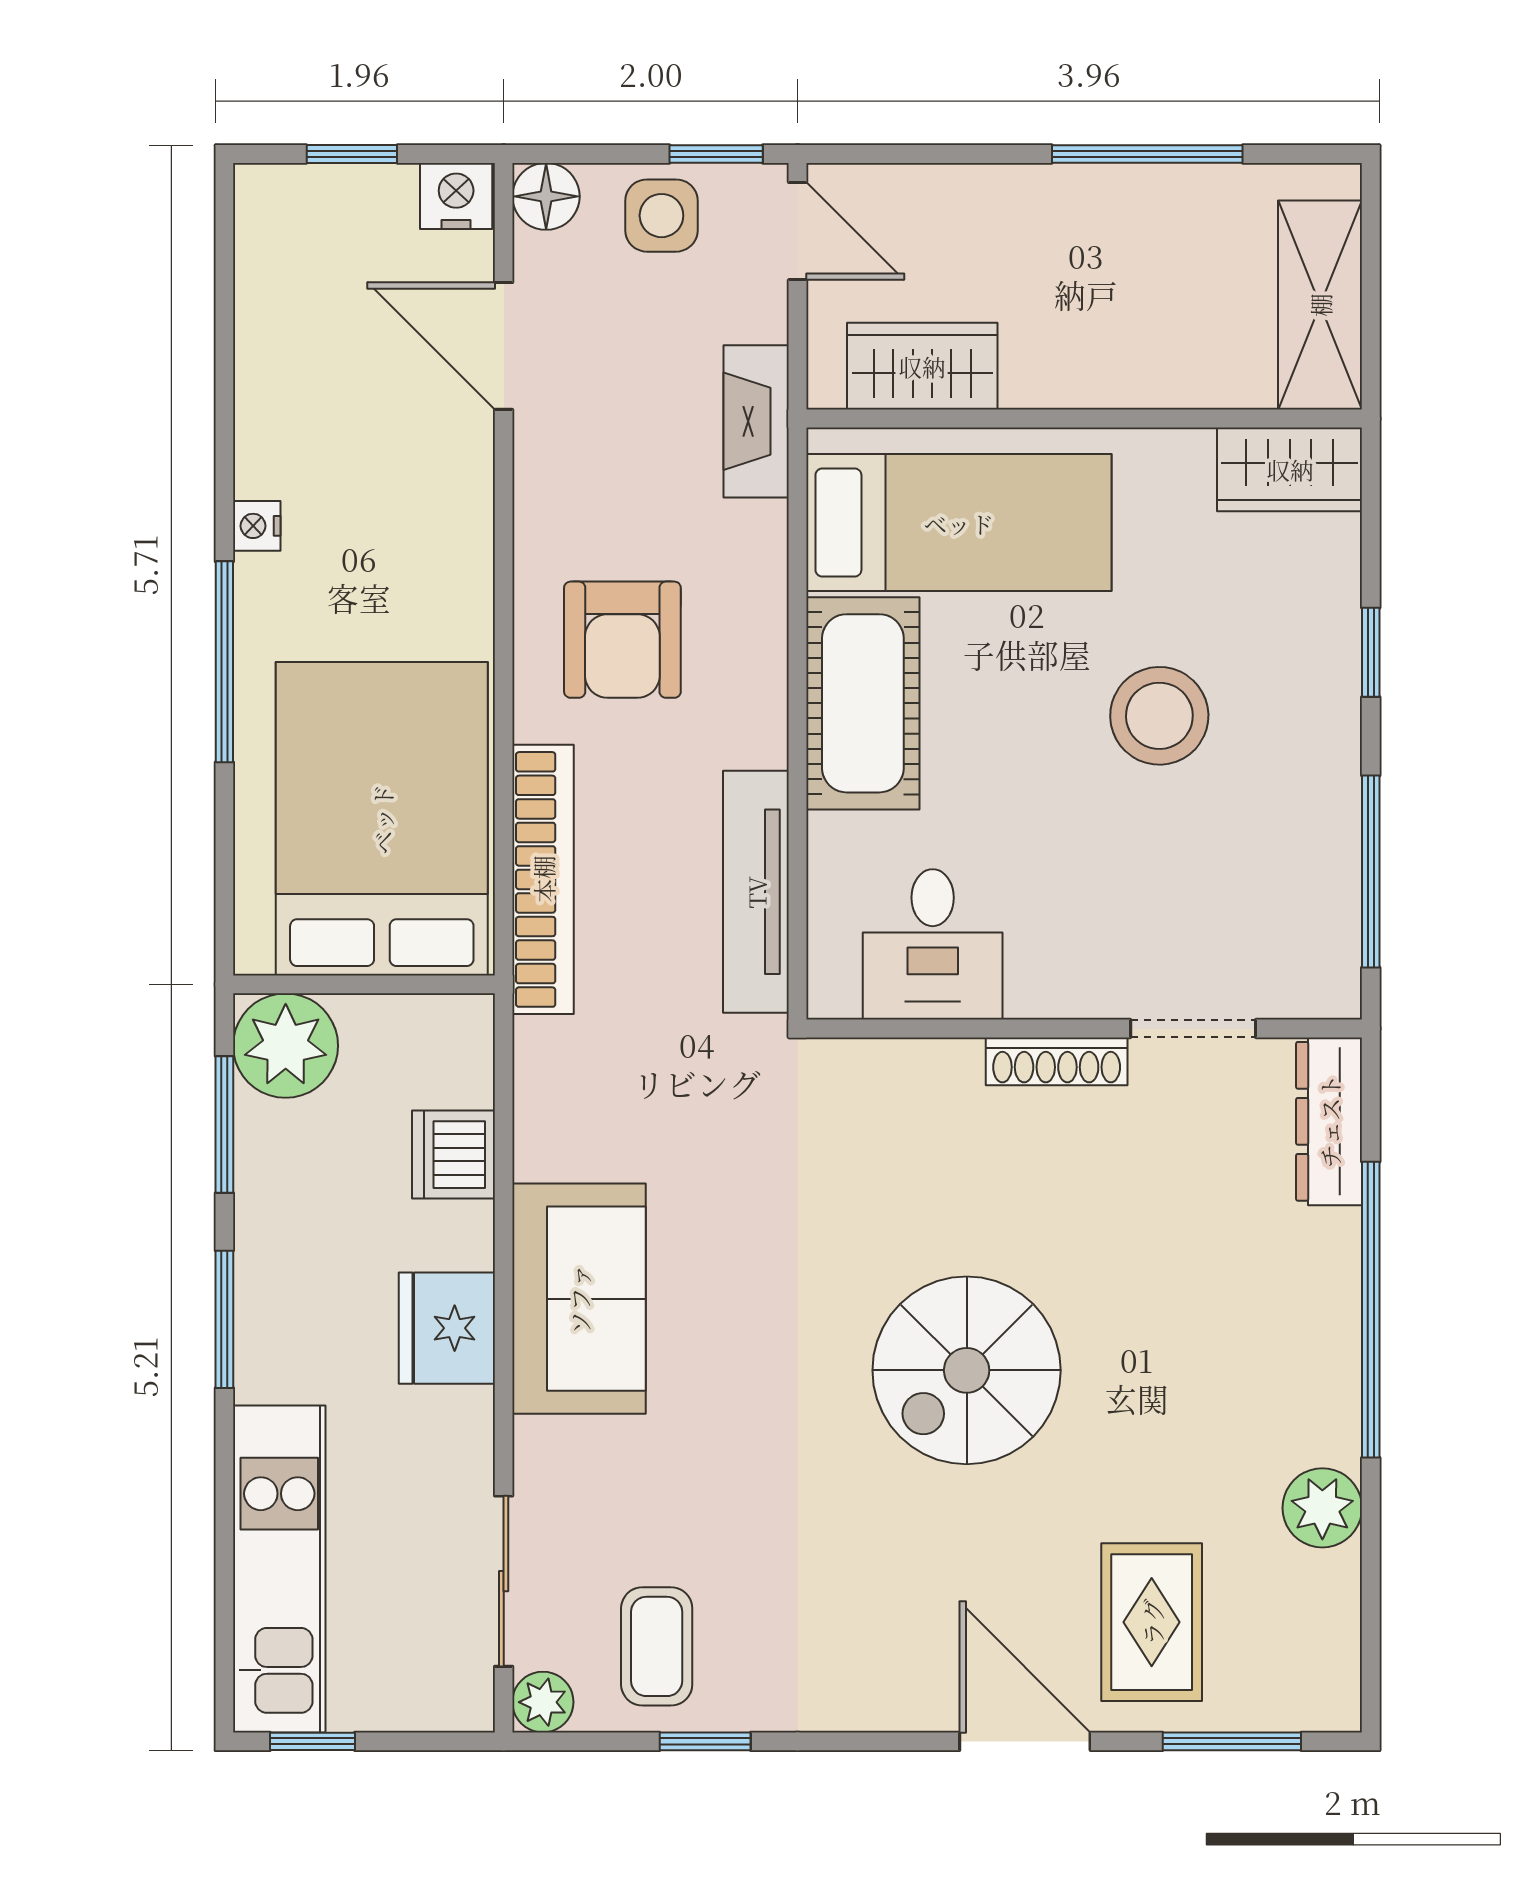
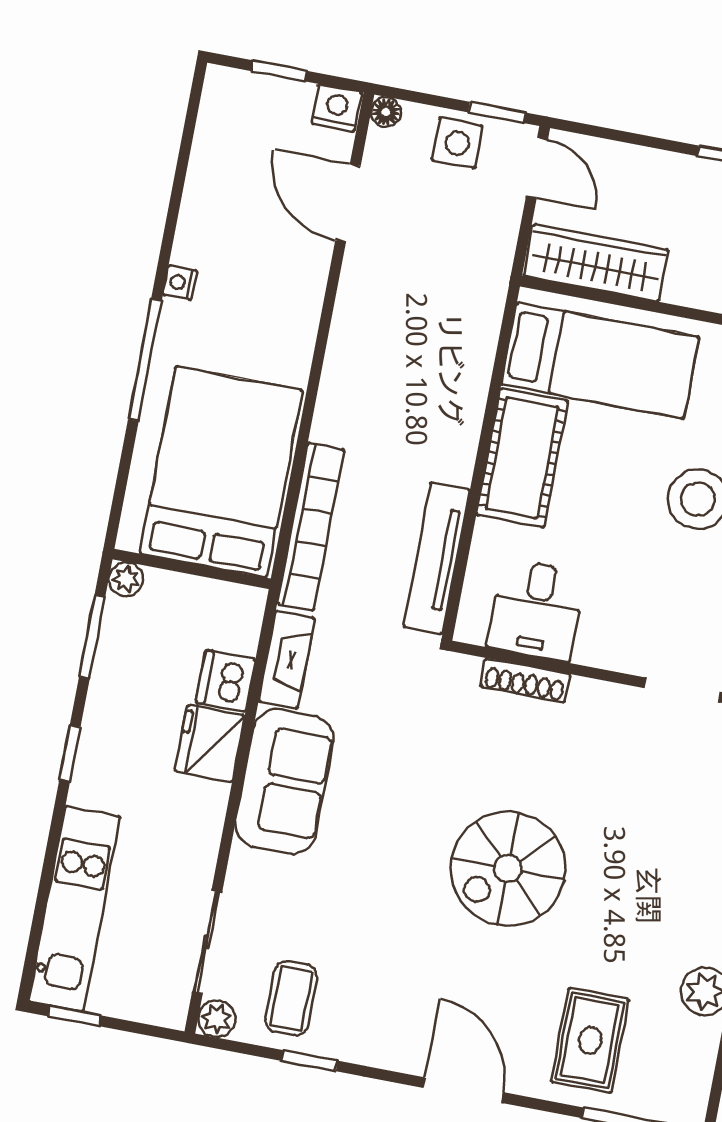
floor lamp: (546, 196) -> (386, 112), width x0.73, depth x0.73
wardrobe: (922, 366) -> (596, 263), width x1.50
fireplace: (756, 421) -> (287, 660), moved, turned 180
armchair: (622, 640) -> (386, 392), removed
plant: (286, 1046) -> (126, 579), width x0.53, depth x0.53
shoe rack: (1057, 1061) -> (525, 680), moved
window: (224, 1319) -> (70, 753), width x0.67
fridge: (447, 1328) -> (210, 743), moved
door: (1025, 1741) -> (463, 1090), moved

